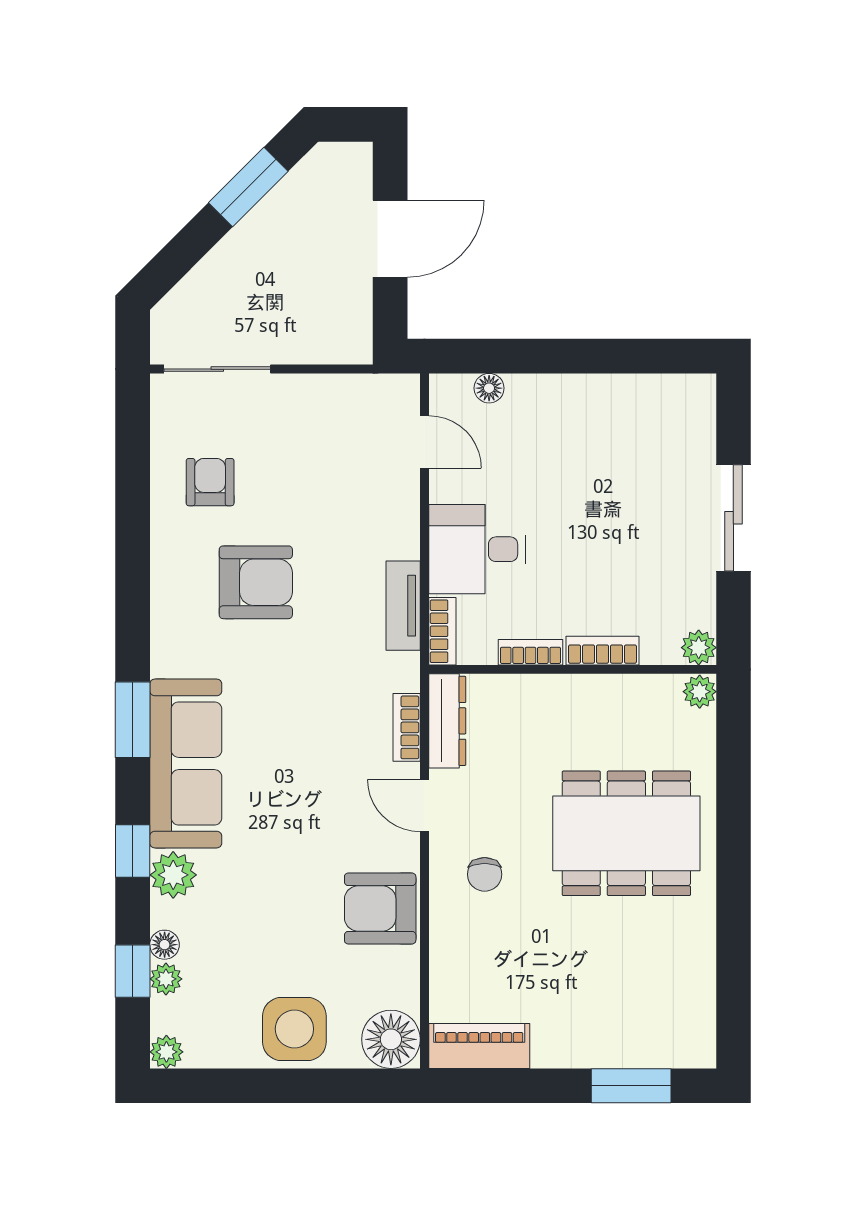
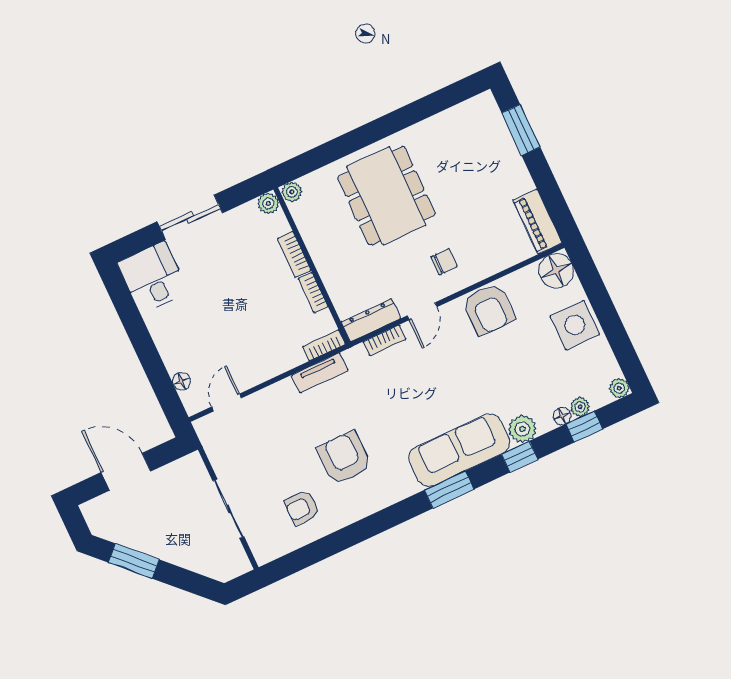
sliding door: (217, 369) -> (228, 509), moved
desk: (477, 549) -> (153, 277), moved, turned 180

